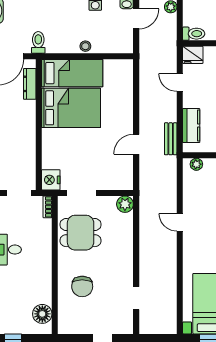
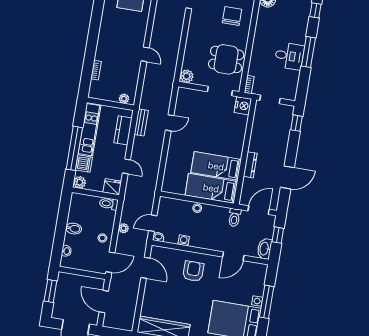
dresser: (30, 84) -> (250, 165), moved
bed: (71, 108) -> (216, 166), width x0.67

